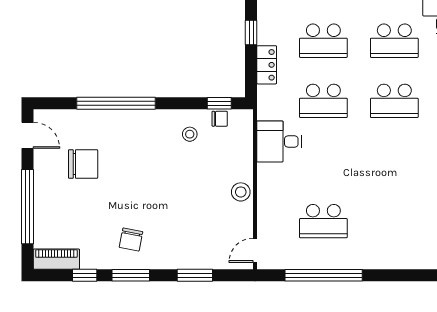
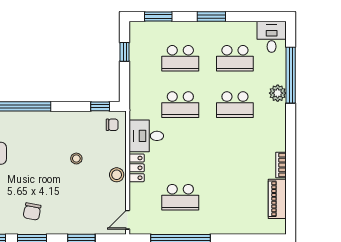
locker: (267, 65) -> (137, 168), moved
chair: (220, 119) -> (112, 125), moved
stool: (190, 134) -> (76, 159), moved

